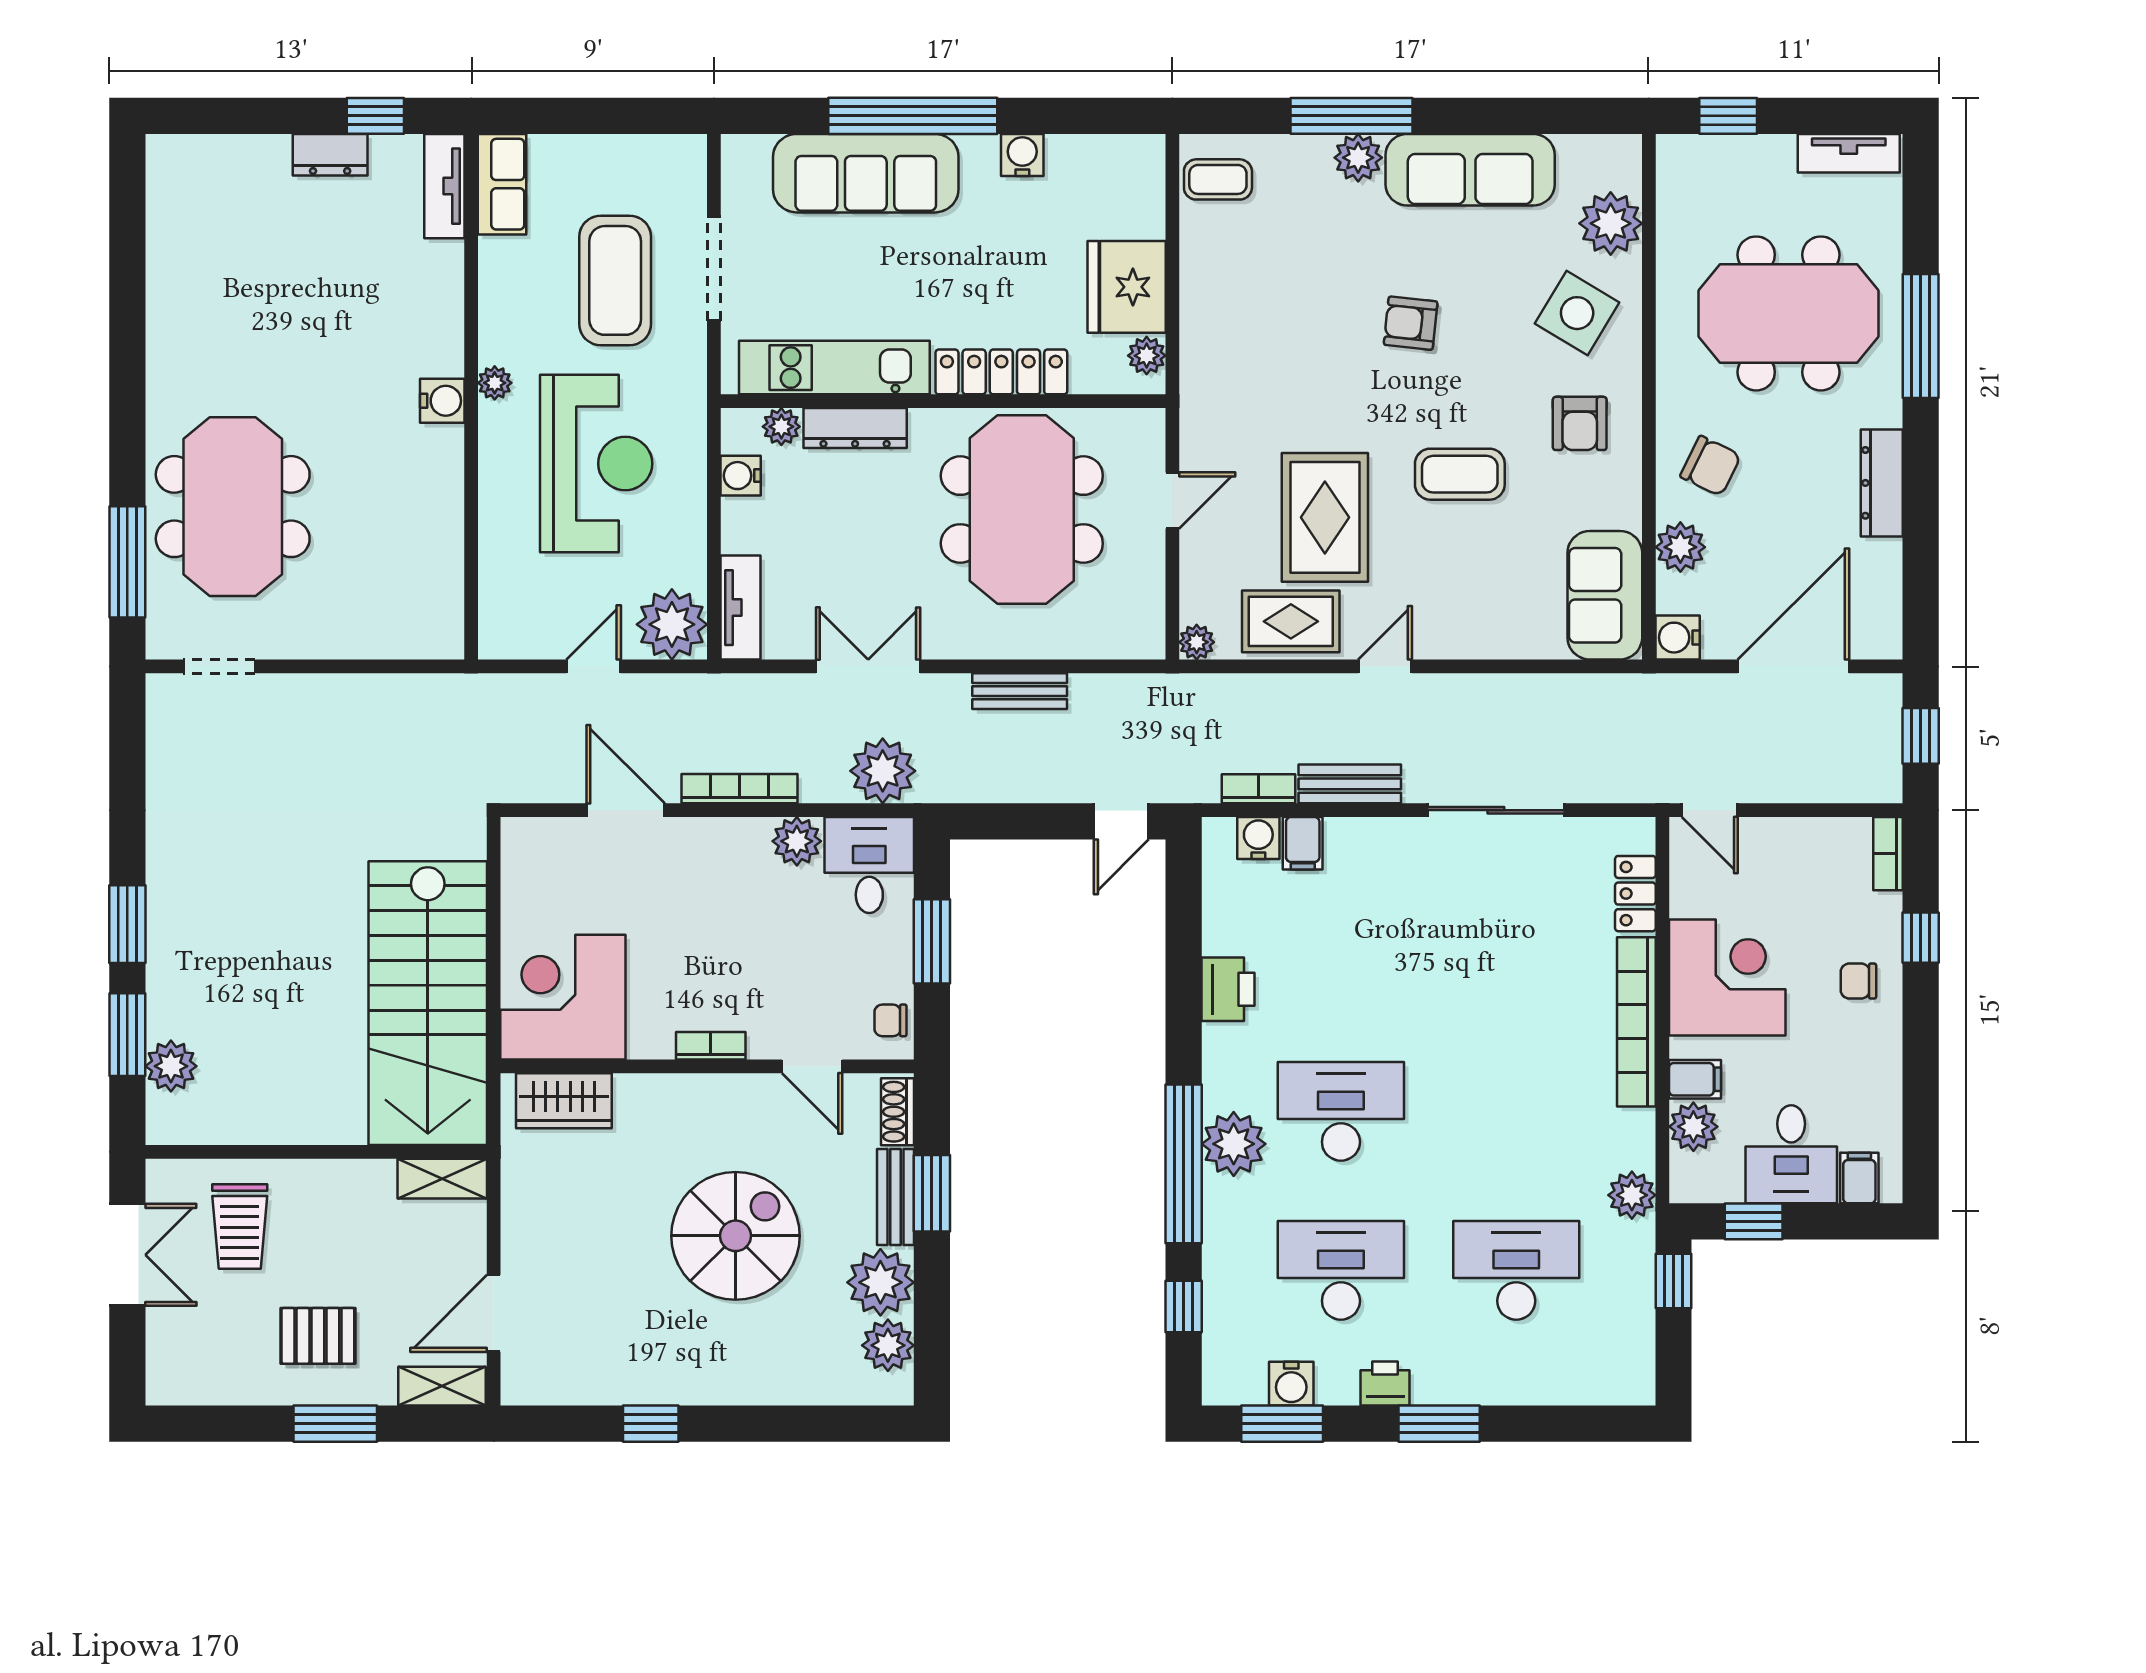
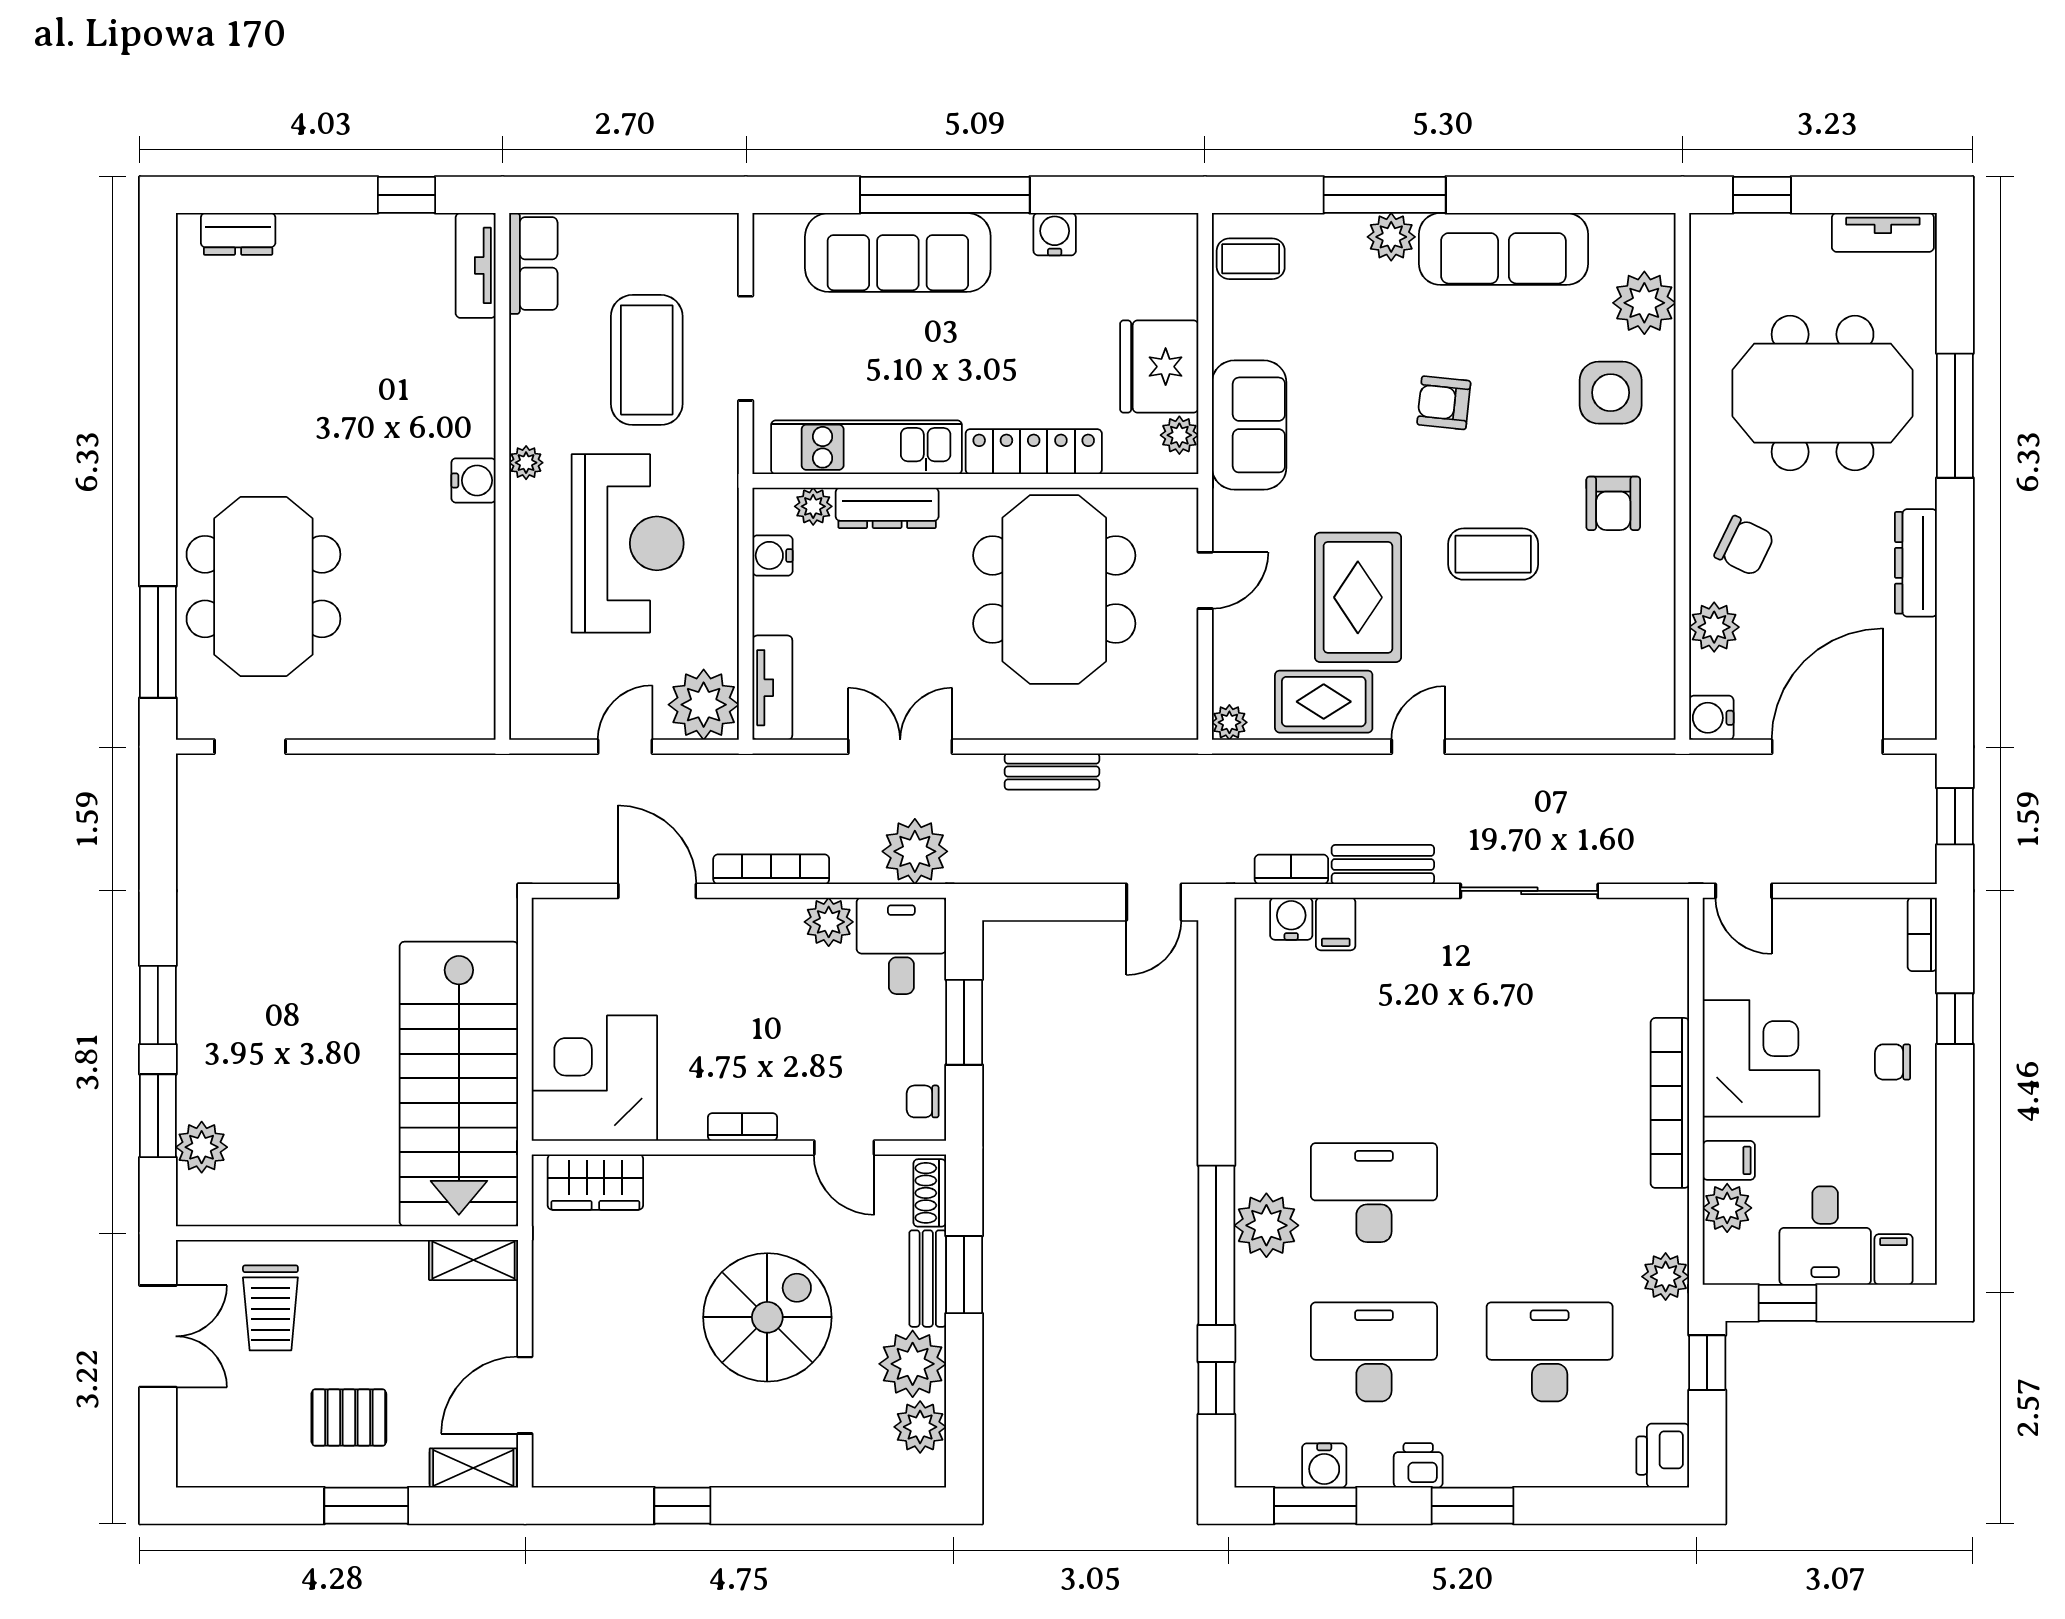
dresser: (330, 155) -> (238, 234), moved
side table: (1577, 313) -> (1611, 393), turned -31
sofa: (1605, 595) -> (1249, 425), moved, turned 180
locker: (1635, 894) -> (1669, 974), removed
printer: (1228, 989) -> (1663, 1456), moved, turned 180

